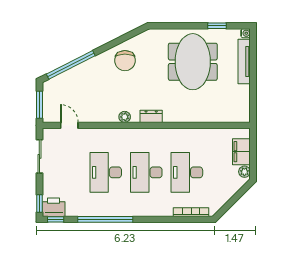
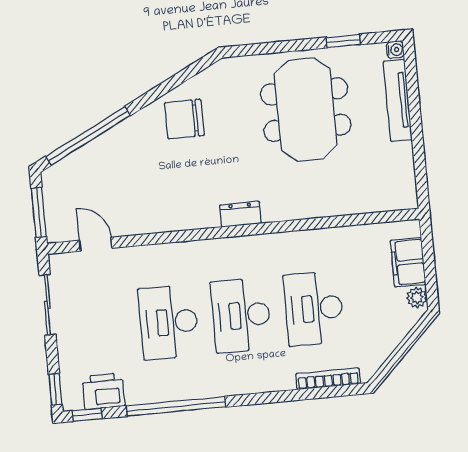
chair: (125, 61) -> (184, 119), turned 90
plant: (125, 117) -> (193, 220), removed
printer: (54, 207) -> (103, 391), moved

